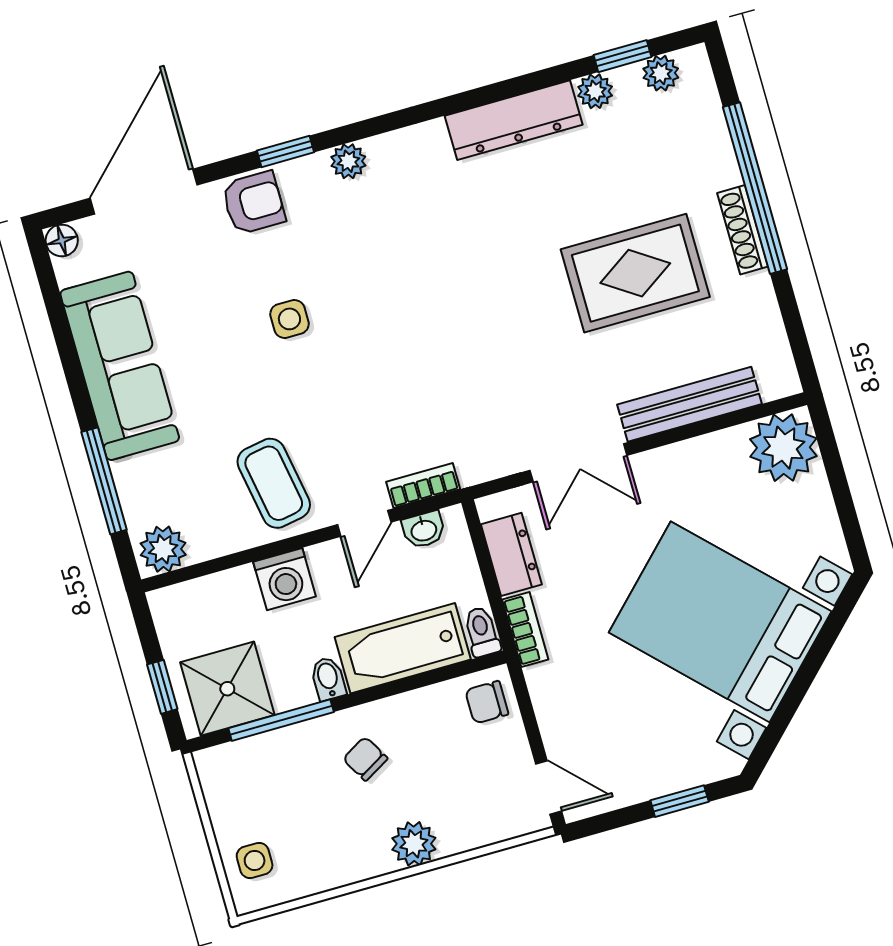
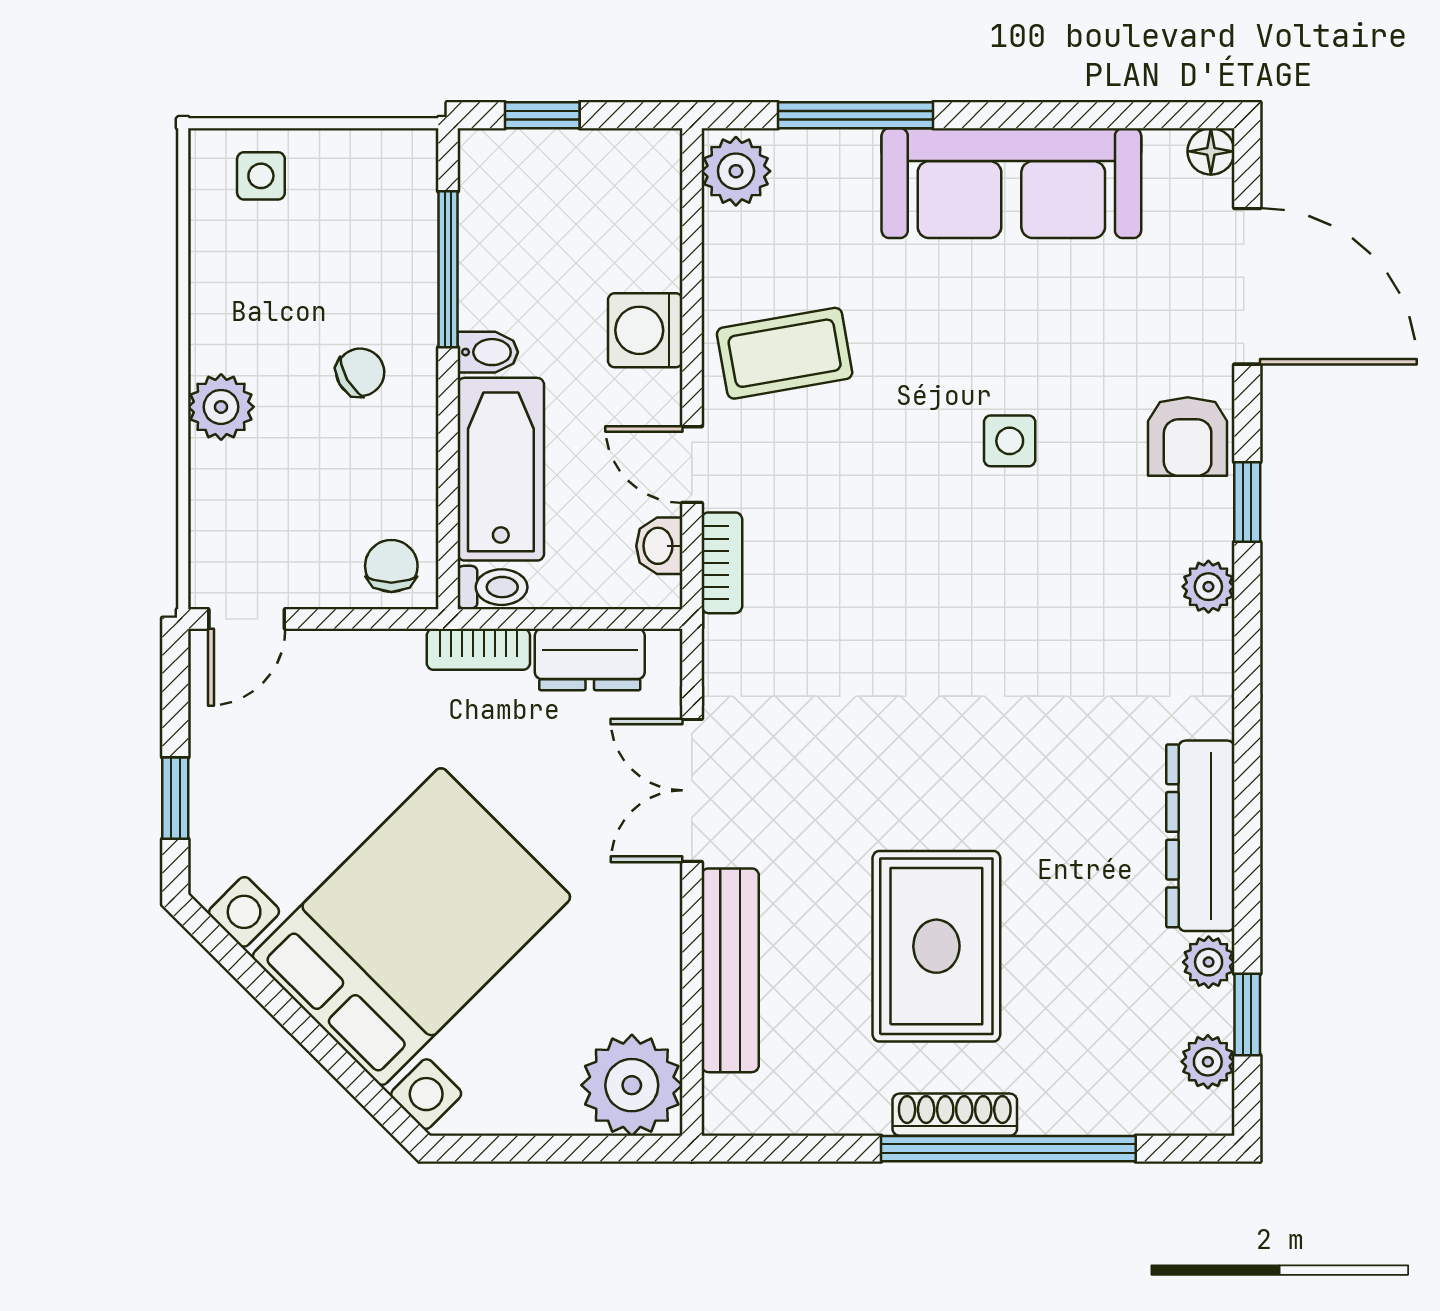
shower: (227, 689) -> (514, 206), removed

